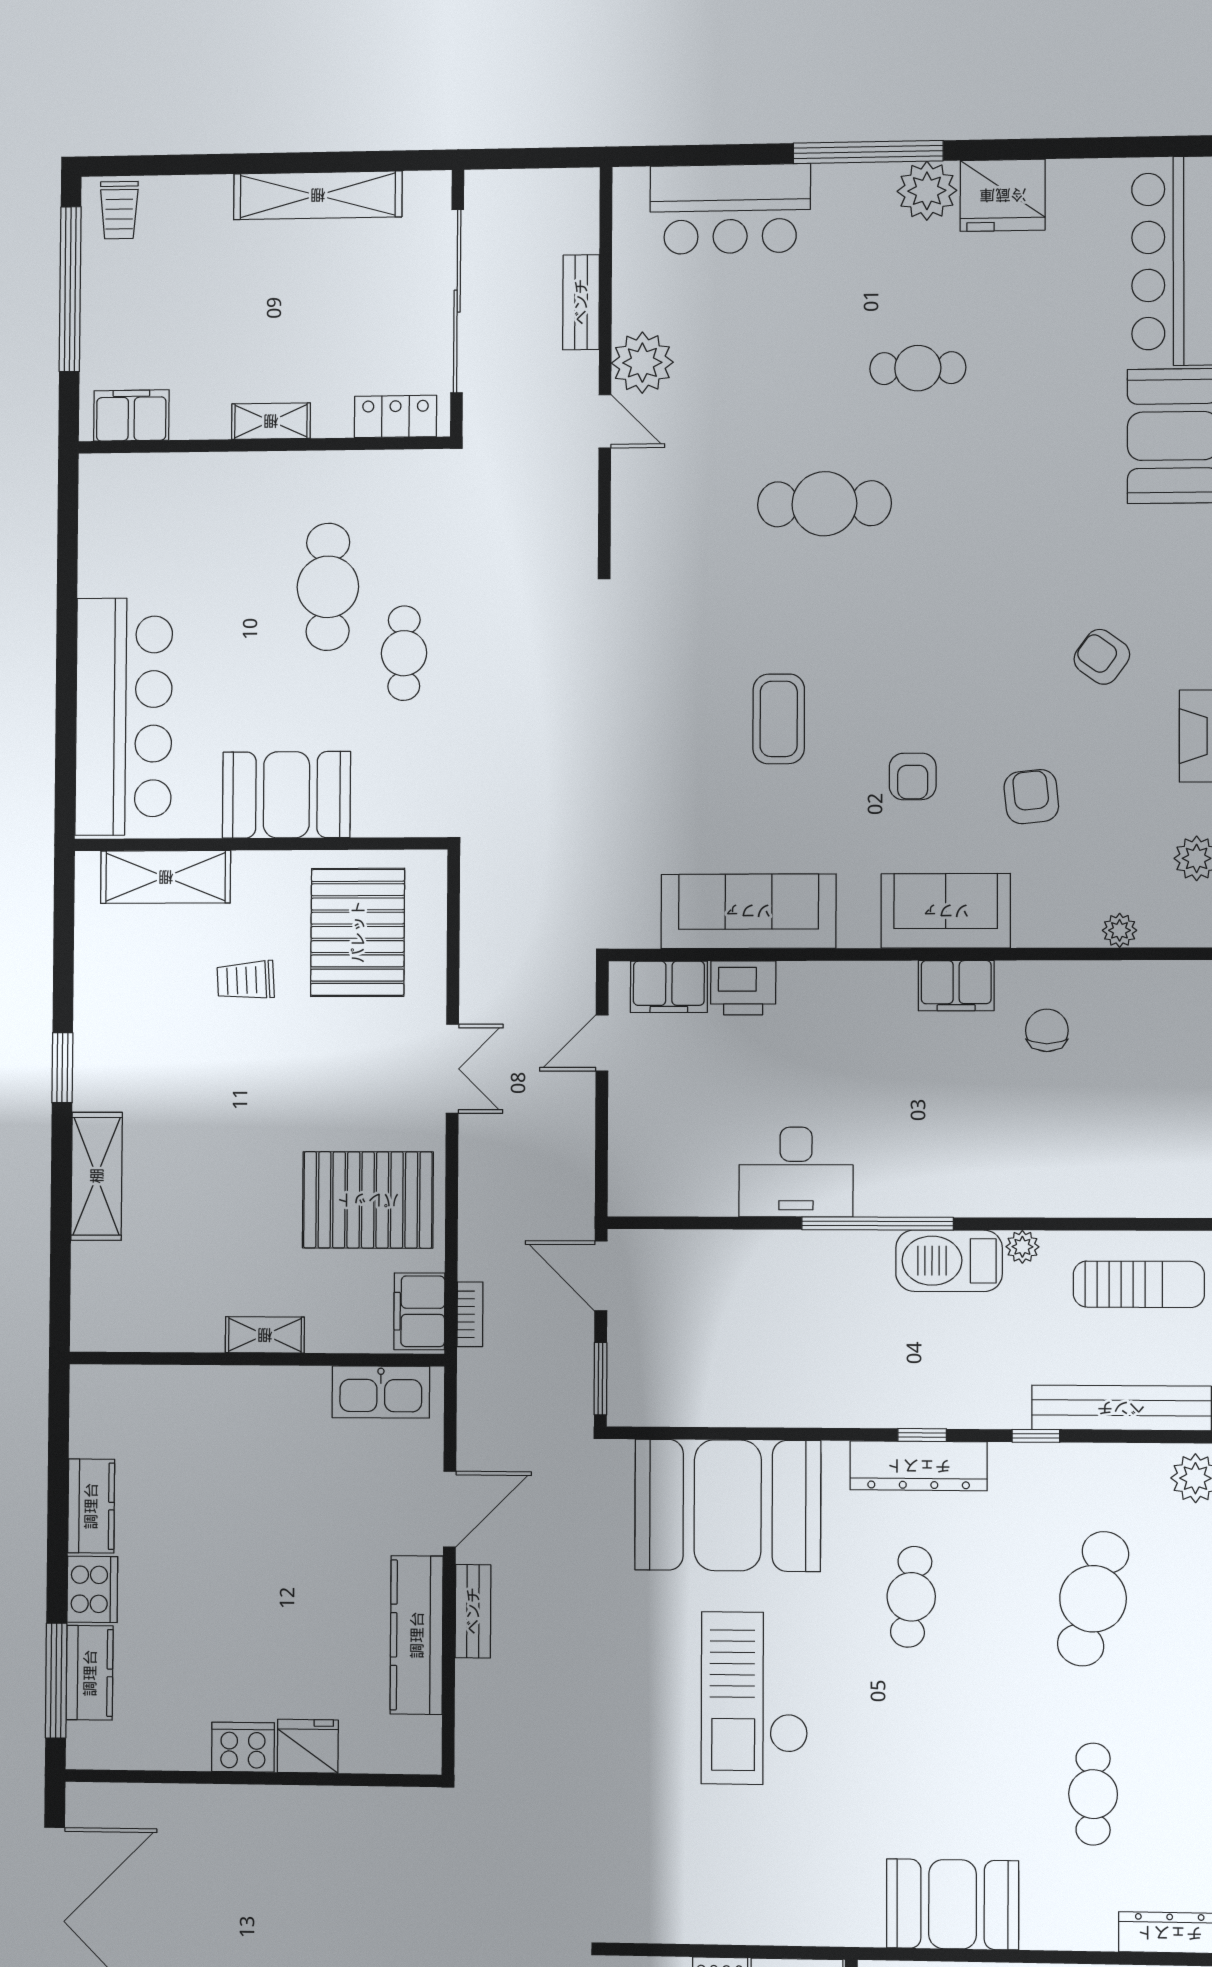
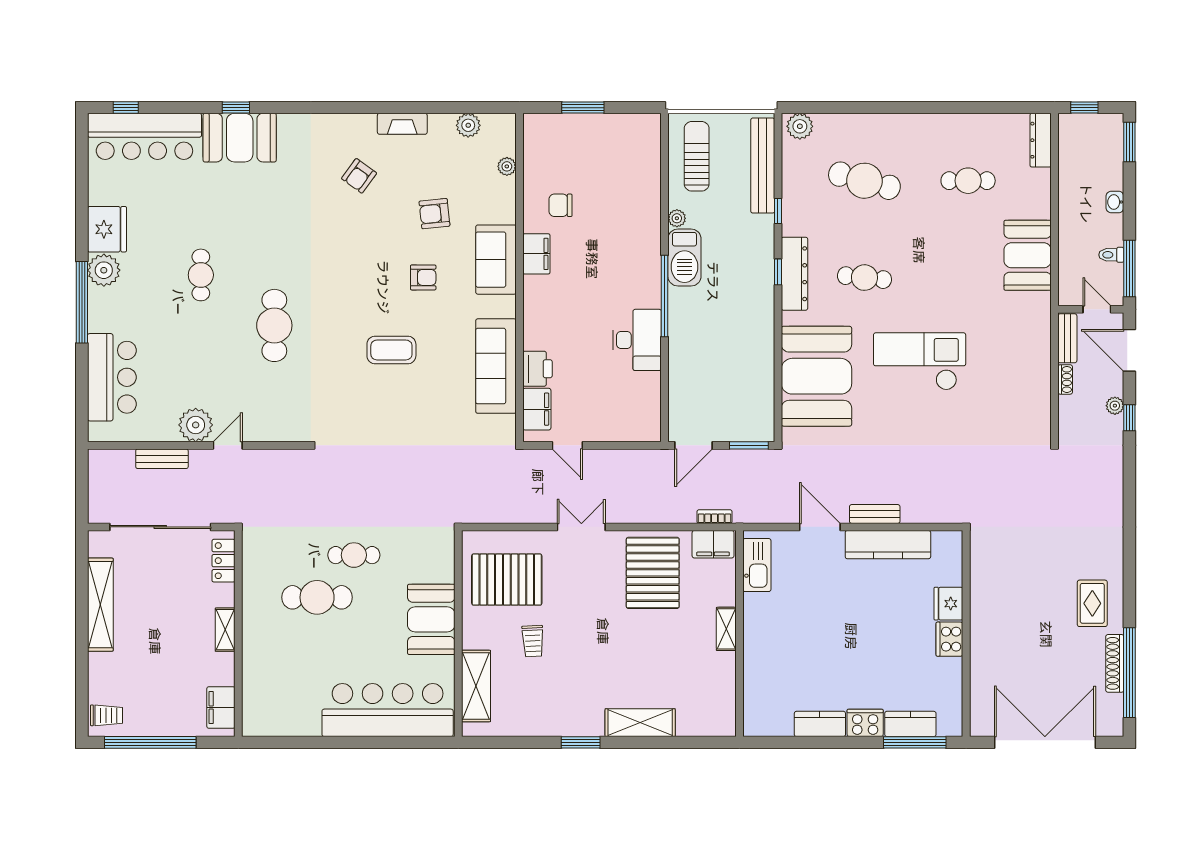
checkout: (755, 1698) -> (920, 361), turned 180

